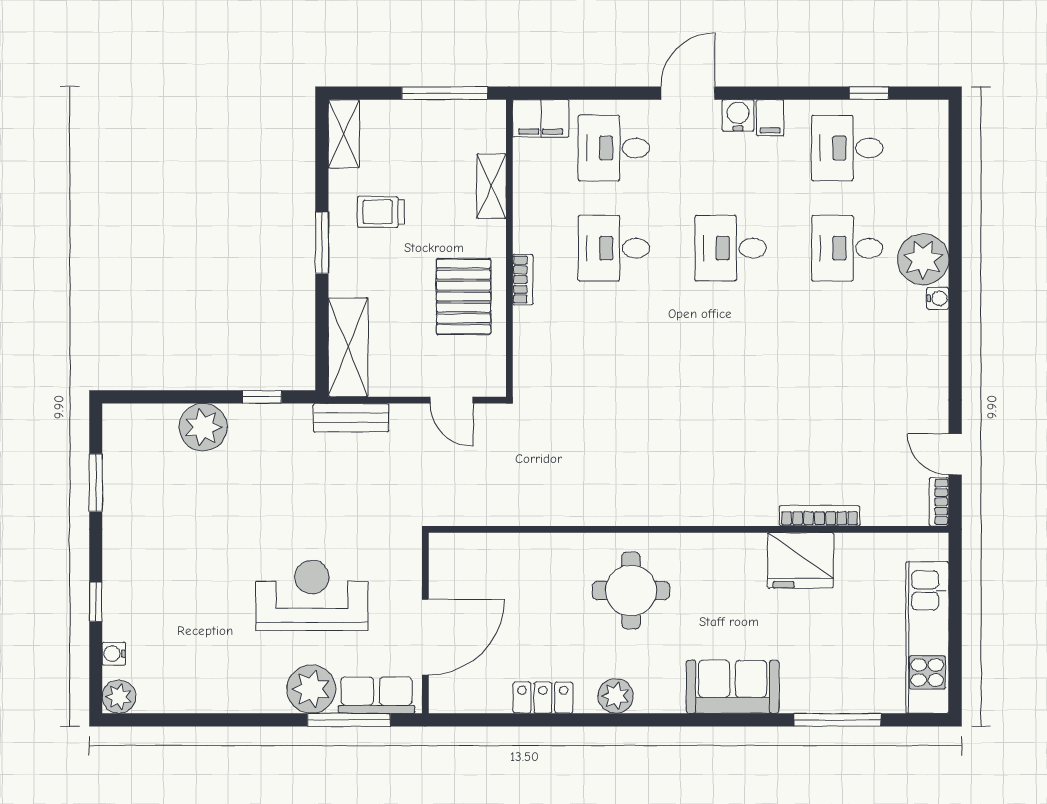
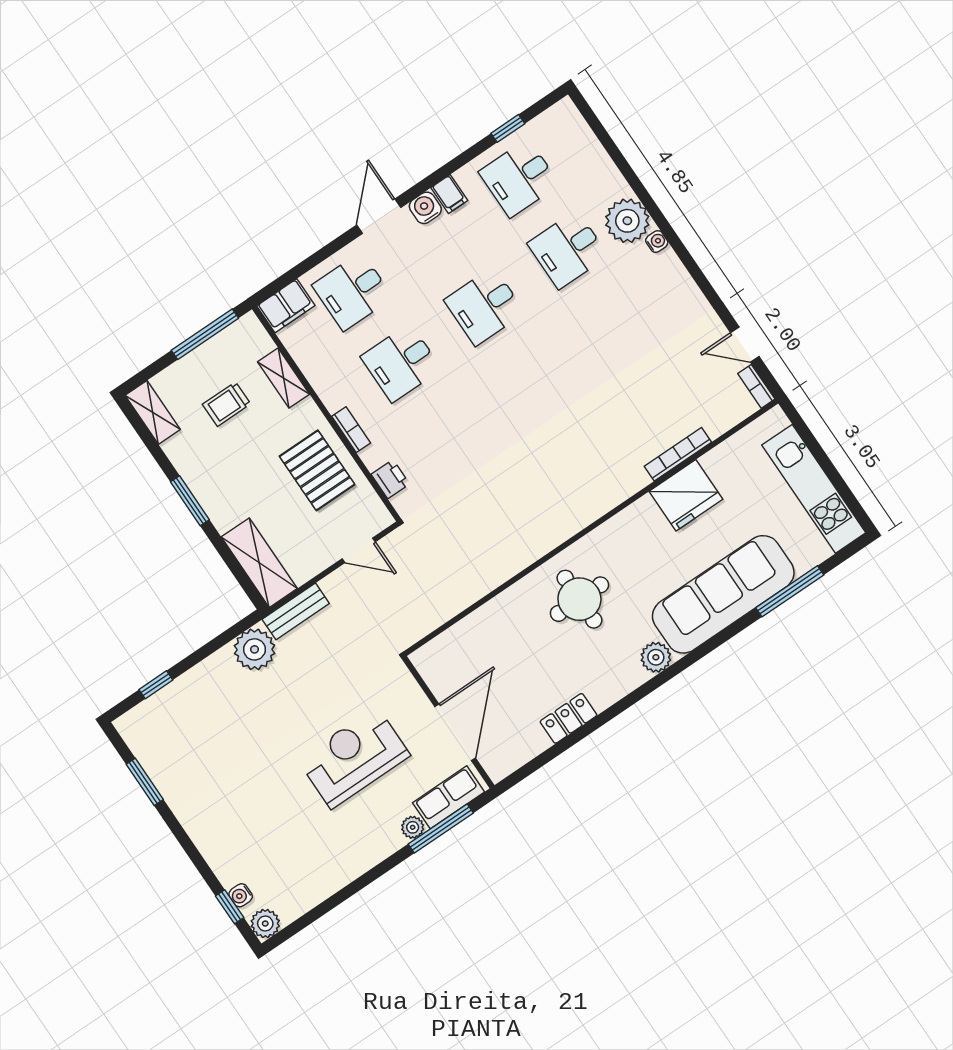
trolley: (381, 212) -> (227, 404), moved
printer: (528, 352) -> (390, 479), added
window: (262, 397) -> (156, 685), moved
plant: (203, 427) -> (255, 649), moved
window: (96, 602) -> (230, 907), moved
sofa: (733, 687) -> (723, 594), width x1.85, depth x1.27
plant: (311, 689) -> (413, 827), width x0.53, depth x0.53
plant: (616, 696) -> (656, 657), moved

